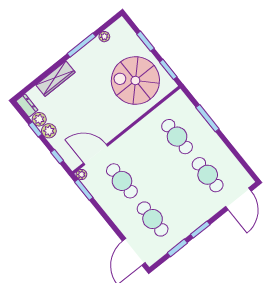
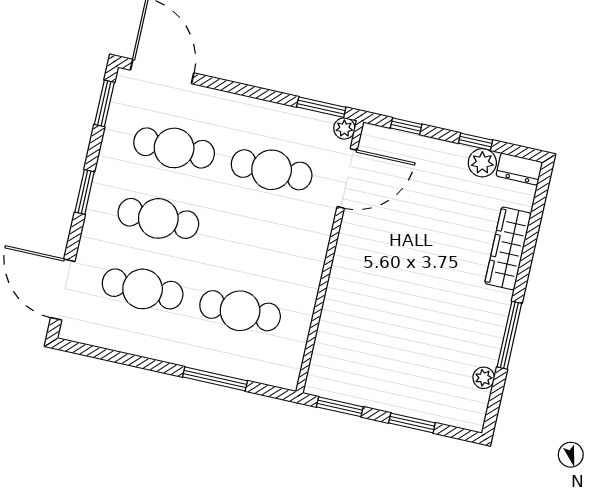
spiral stairs: (135, 80) -> (378, 347), removed
plant: (49, 131) -> (452, 157), removed
cafe table: (180, 197) -> (158, 218), added
window: (177, 248) -> (104, 103), moved

